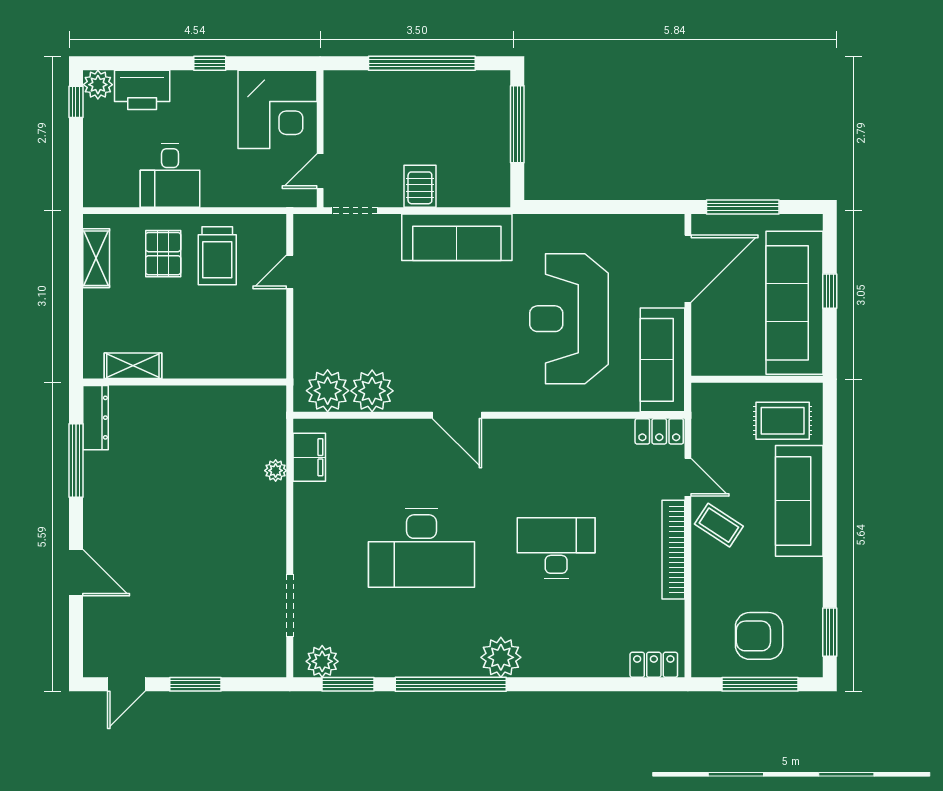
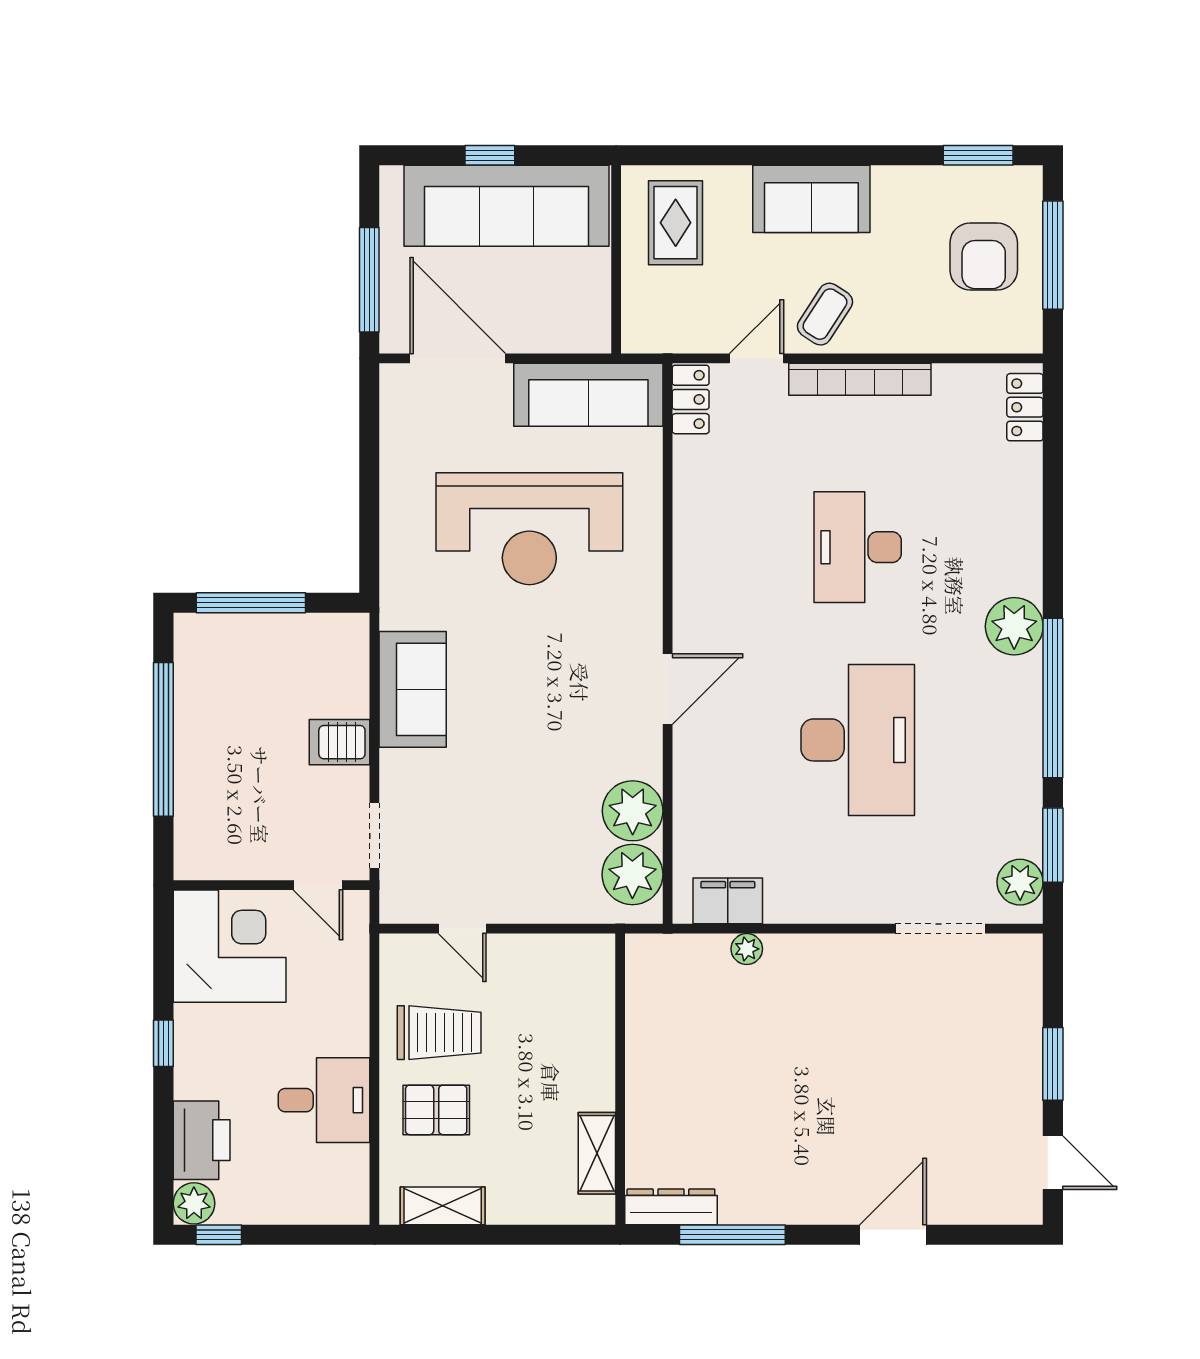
sofa: (457, 237) -> (413, 689), width x0.73
sofa: (799, 501) -> (811, 199), width x0.73

